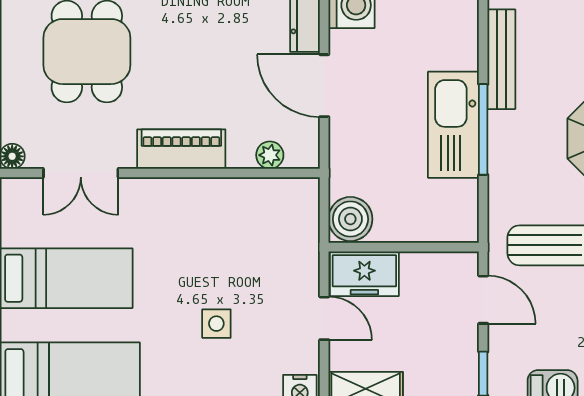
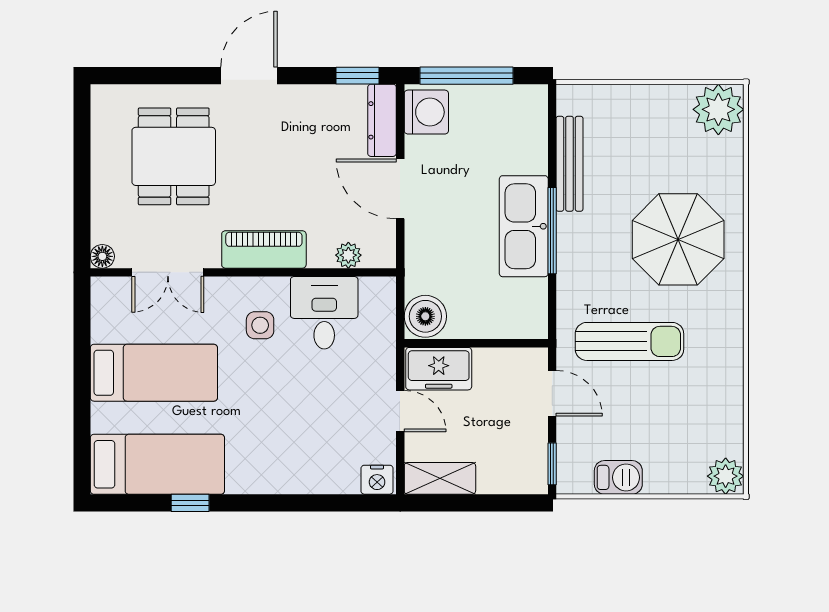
desk: (245, 215) -> (324, 313), added
side table: (216, 324) -> (260, 325), moved

